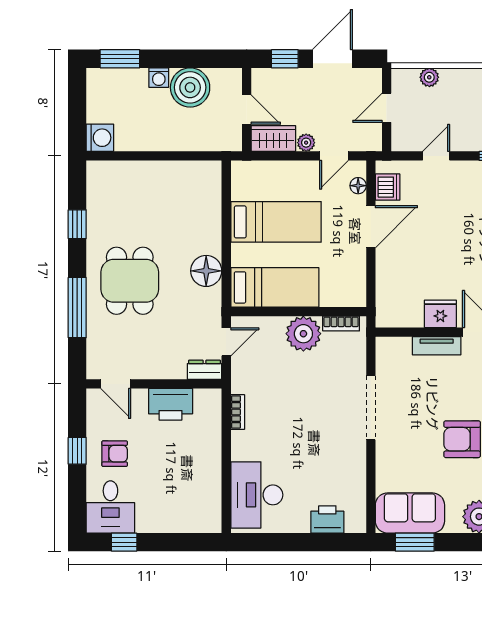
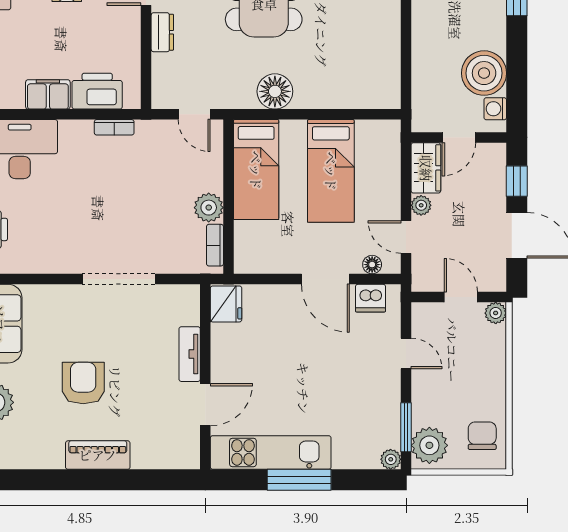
plant: (429, 77) -> (496, 313), moved
washing machine: (159, 78) -> (495, 109), moved
fridge: (440, 314) -> (226, 304), moved
plant: (303, 334) -> (209, 208), width x0.73, depth x0.73
dresser: (205, 370) -> (162, 32), moved
printer: (171, 404) -> (97, 91), moved, turned 90
filing cabinet: (209, 470) -> (48, 94), added

